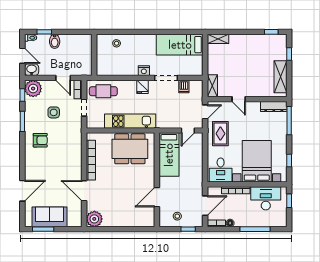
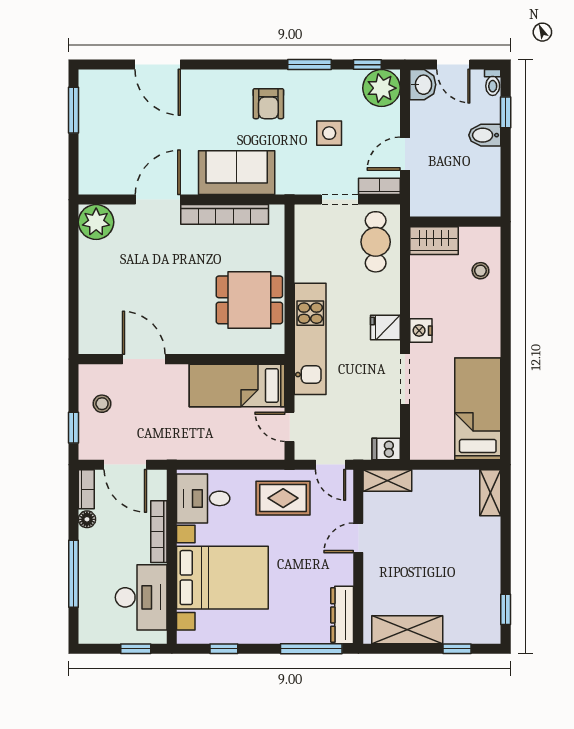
door: (22, 56) -> (453, 65), hinge flipped
wardrobe: (103, 65) -> (434, 241), added
dishwasher: (184, 86) -> (386, 449), moved
kitchen unit: (130, 121) -> (310, 339), moved
dining table: (130, 149) -> (249, 300), width x0.73
sofa: (50, 217) -> (237, 173), moved, turned -90

